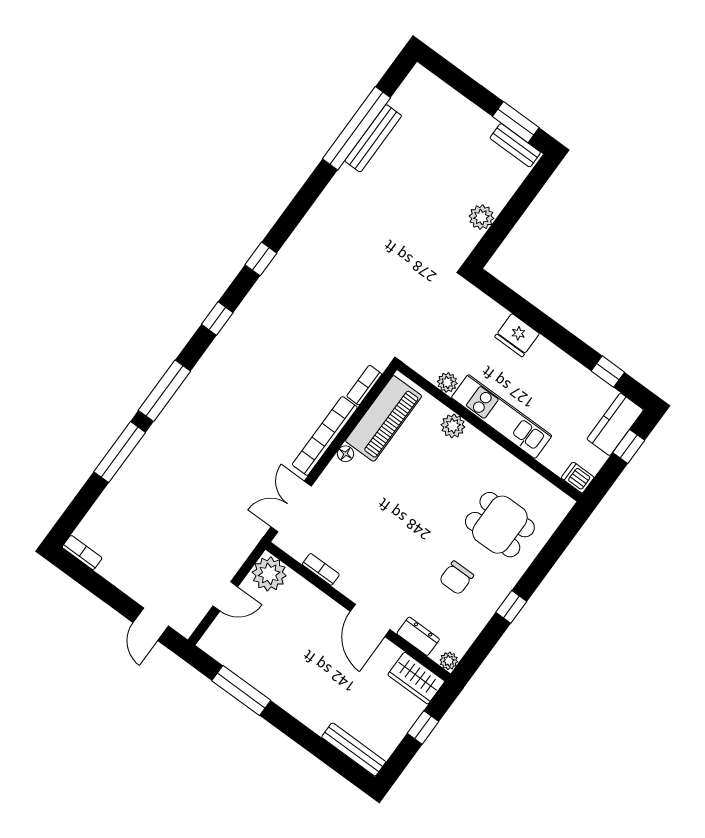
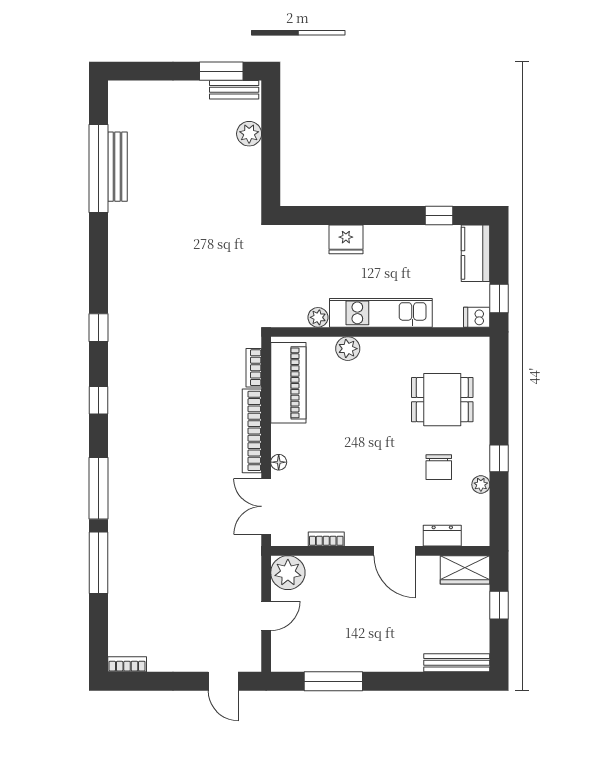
plant: (481, 217) -> (249, 134), moved
window: (629, 446) -> (499, 299), moved
floor lamp: (346, 454) -> (279, 462), moved
plant: (449, 661) -> (481, 485), moved

